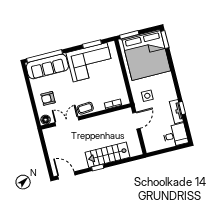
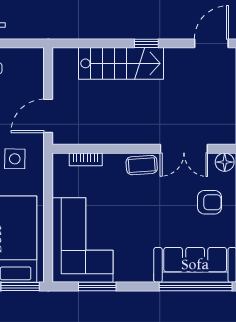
corner sofa: (90, 62) -> (83, 240), moved, turned 90
door: (66, 175) -> (211, 43), swing flipped

